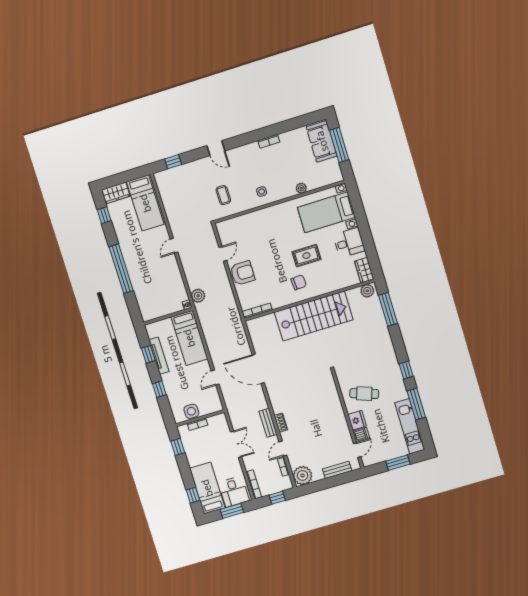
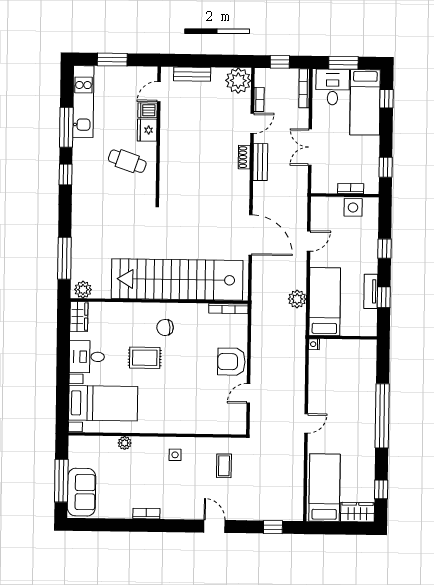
plant: (198, 296) -> (297, 299), moved
stairs: (314, 316) -> (177, 280), width x1.36
tv unit: (159, 356) -> (371, 291), width x0.71

